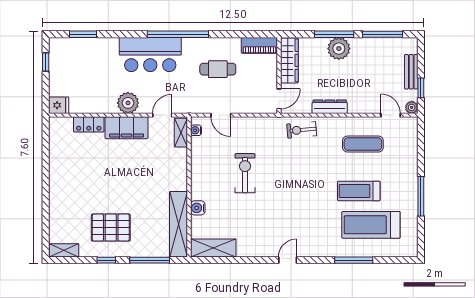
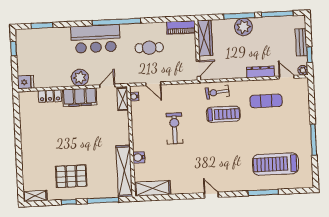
dresser: (330, 107) -> (261, 72), moved
treadmill: (359, 191) -> (223, 114), moved, turned 180
door: (288, 260) -> (211, 195), hinge flipped

